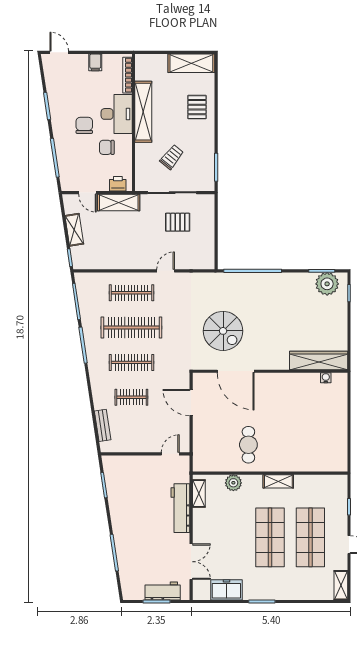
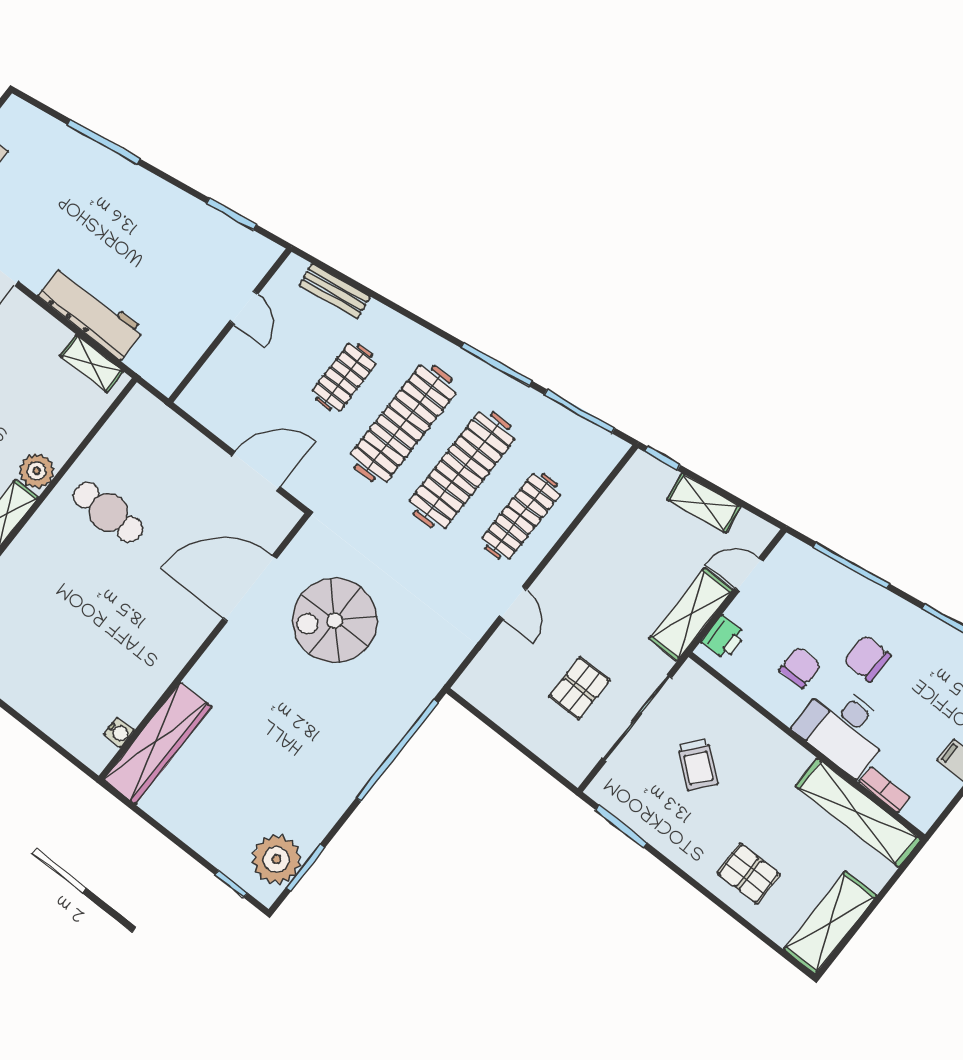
bookcase: (127, 75) -> (884, 790), width x0.64
shelving: (143, 112) -> (858, 813), moved
chair: (84, 125) -> (867, 658), turned 180
clothes rail: (131, 362) -> (403, 424), width x1.37, depth x1.31
door: (170, 454) -> (244, 308), moved
plant: (233, 483) -> (37, 471), moved

